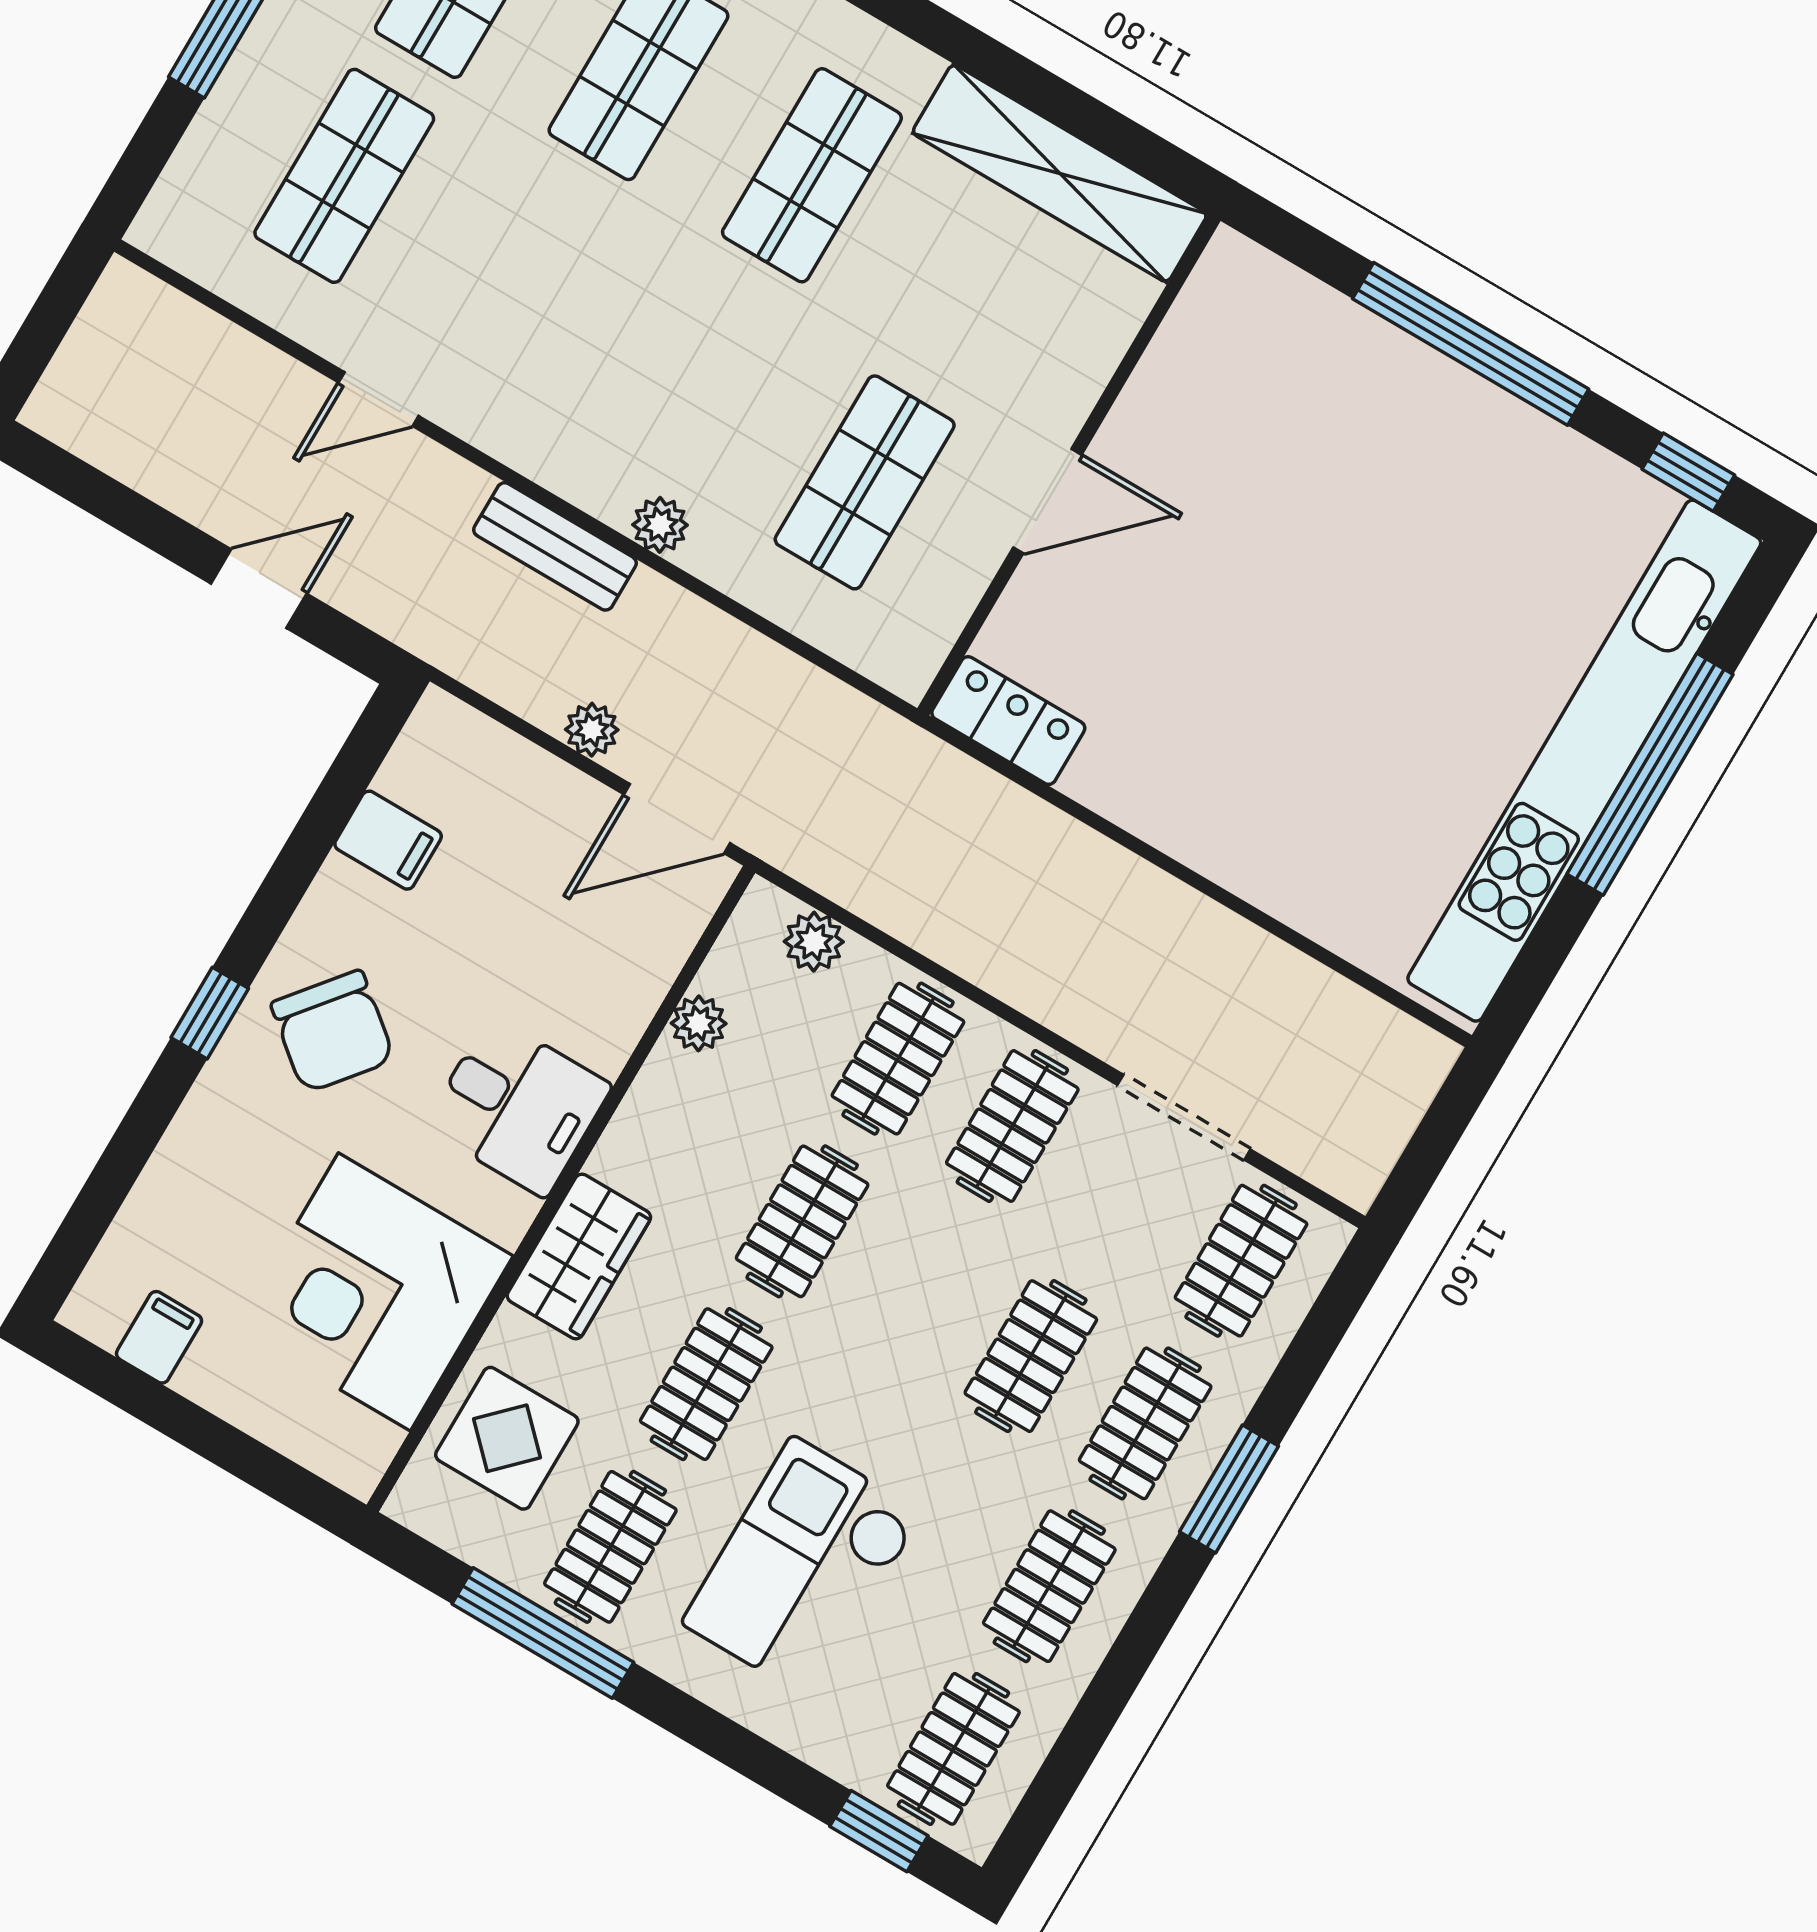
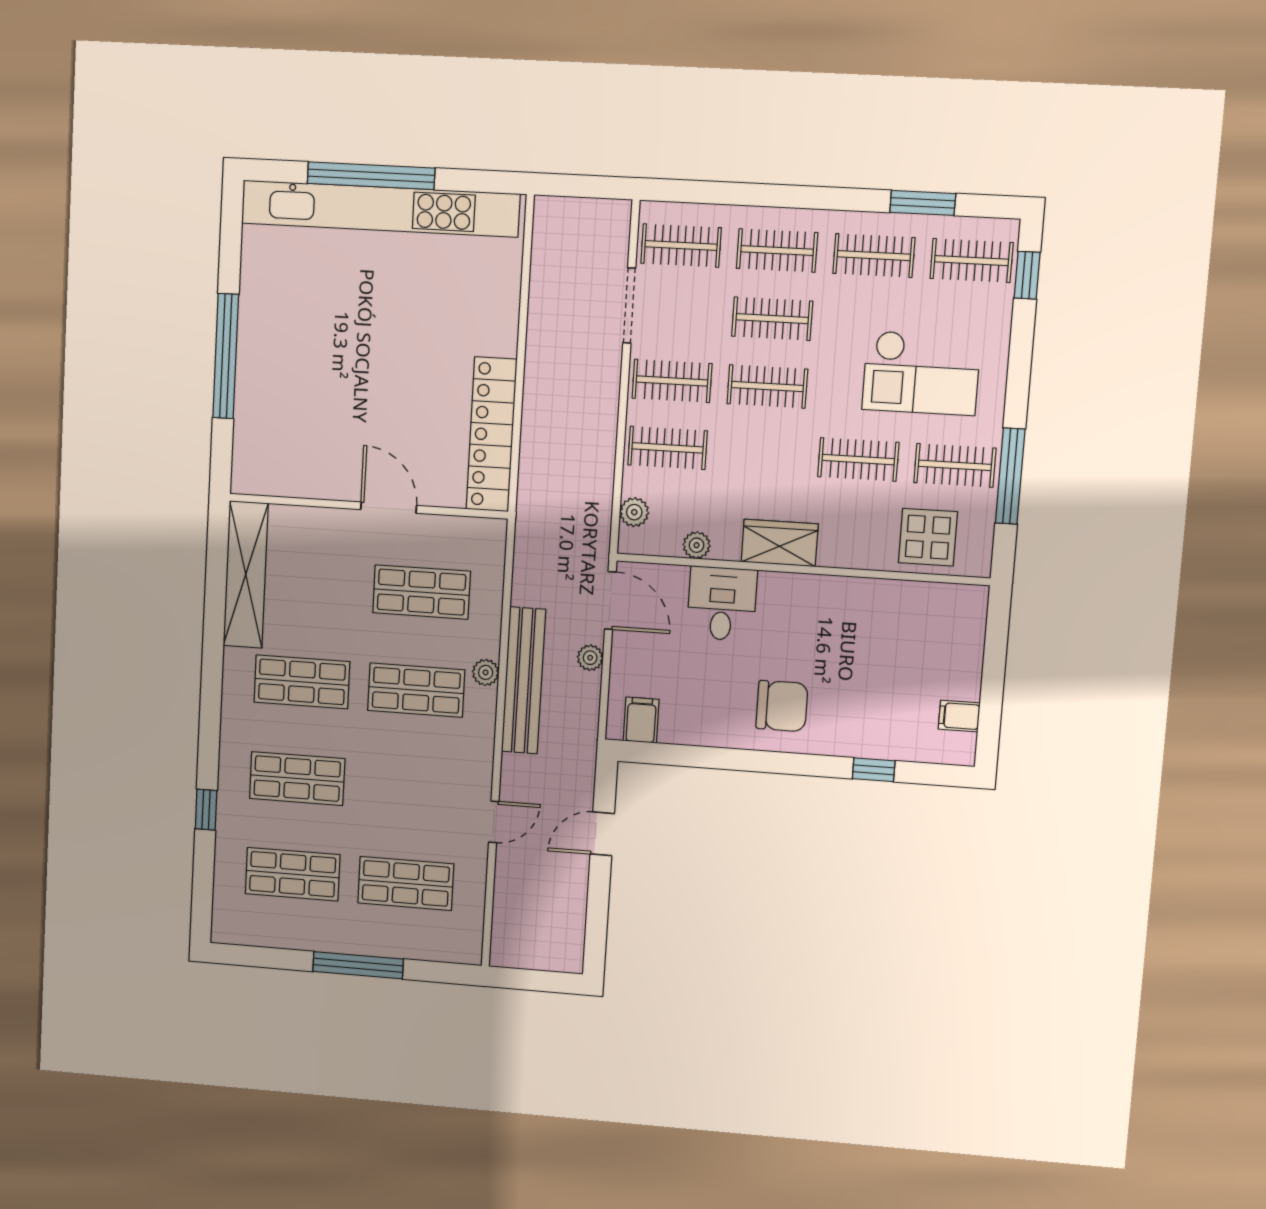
shop shelf: (691, 380) -> (416, 690), added
door: (379, 399) -> (494, 822), hinge flipped
window: (1688, 472) -> (231, 230), removed
bench: (555, 546) -> (523, 680), width x1.86, depth x1.21
door: (259, 589) -> (602, 834), hinge flipped
locker: (1008, 721) -> (492, 434), width x2.16, depth x1.21
filing cabinet: (388, 840) -> (641, 720), moved
window: (210, 1013) -> (874, 770), moved
chair: (333, 1031) -> (782, 706), turned 51
desk: (518, 1106) -> (722, 604), moved
clothes rail: (802, 1221) -> (767, 386), moved
wardrobe: (579, 1256) -> (780, 543), moved
corner desk: (374, 1292) -> (890, 630), removed
window: (1229, 1489) -> (923, 203), moved

